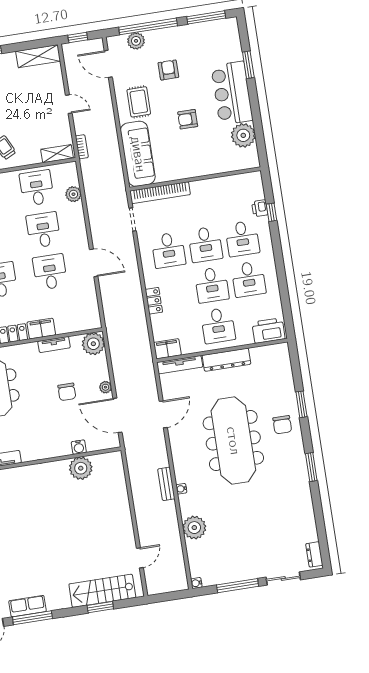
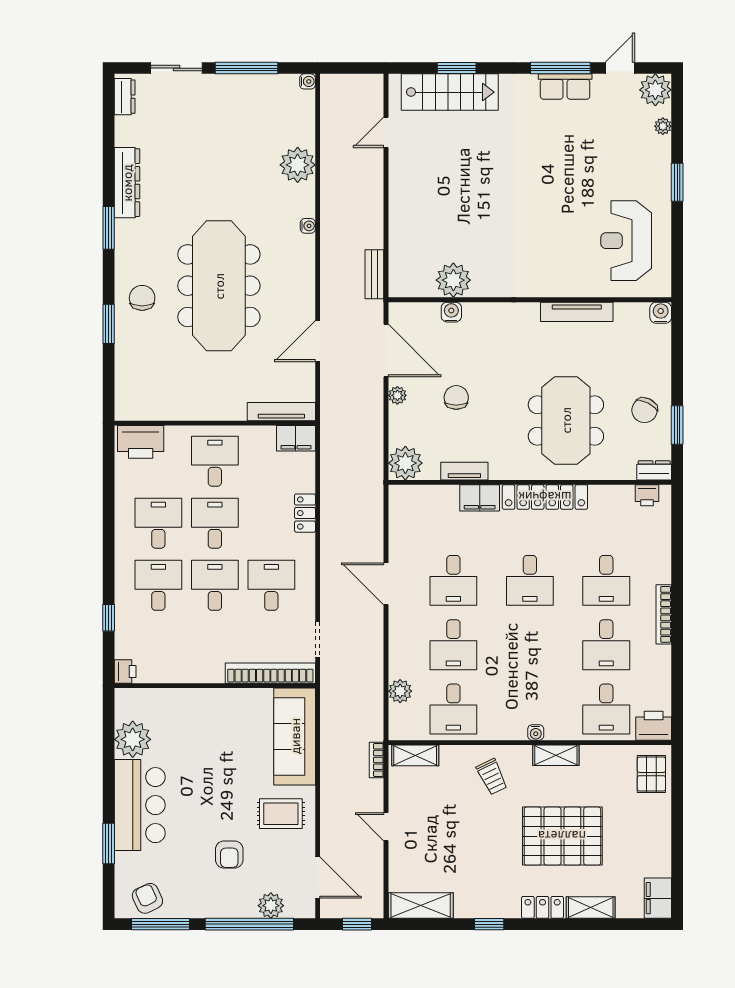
rug: (139, 102) -> (281, 814), turned 90
armchair: (188, 119) -> (147, 898), moved, turned -115
printer: (260, 208) -> (125, 671), moved
dresser: (226, 360) -> (127, 183), moved, turned 90
bench: (166, 484) -> (374, 274), moved

